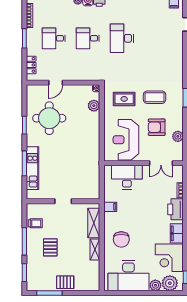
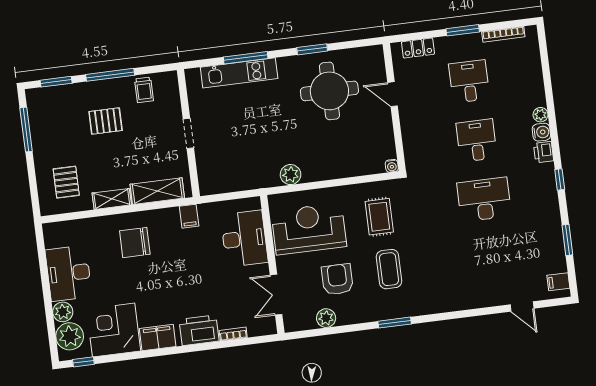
plant: (94, 106) -> (291, 175), moved
desk: (128, 276) -> (69, 273), width x0.73, depth x0.77
pallet: (65, 282) -> (66, 182), moved

